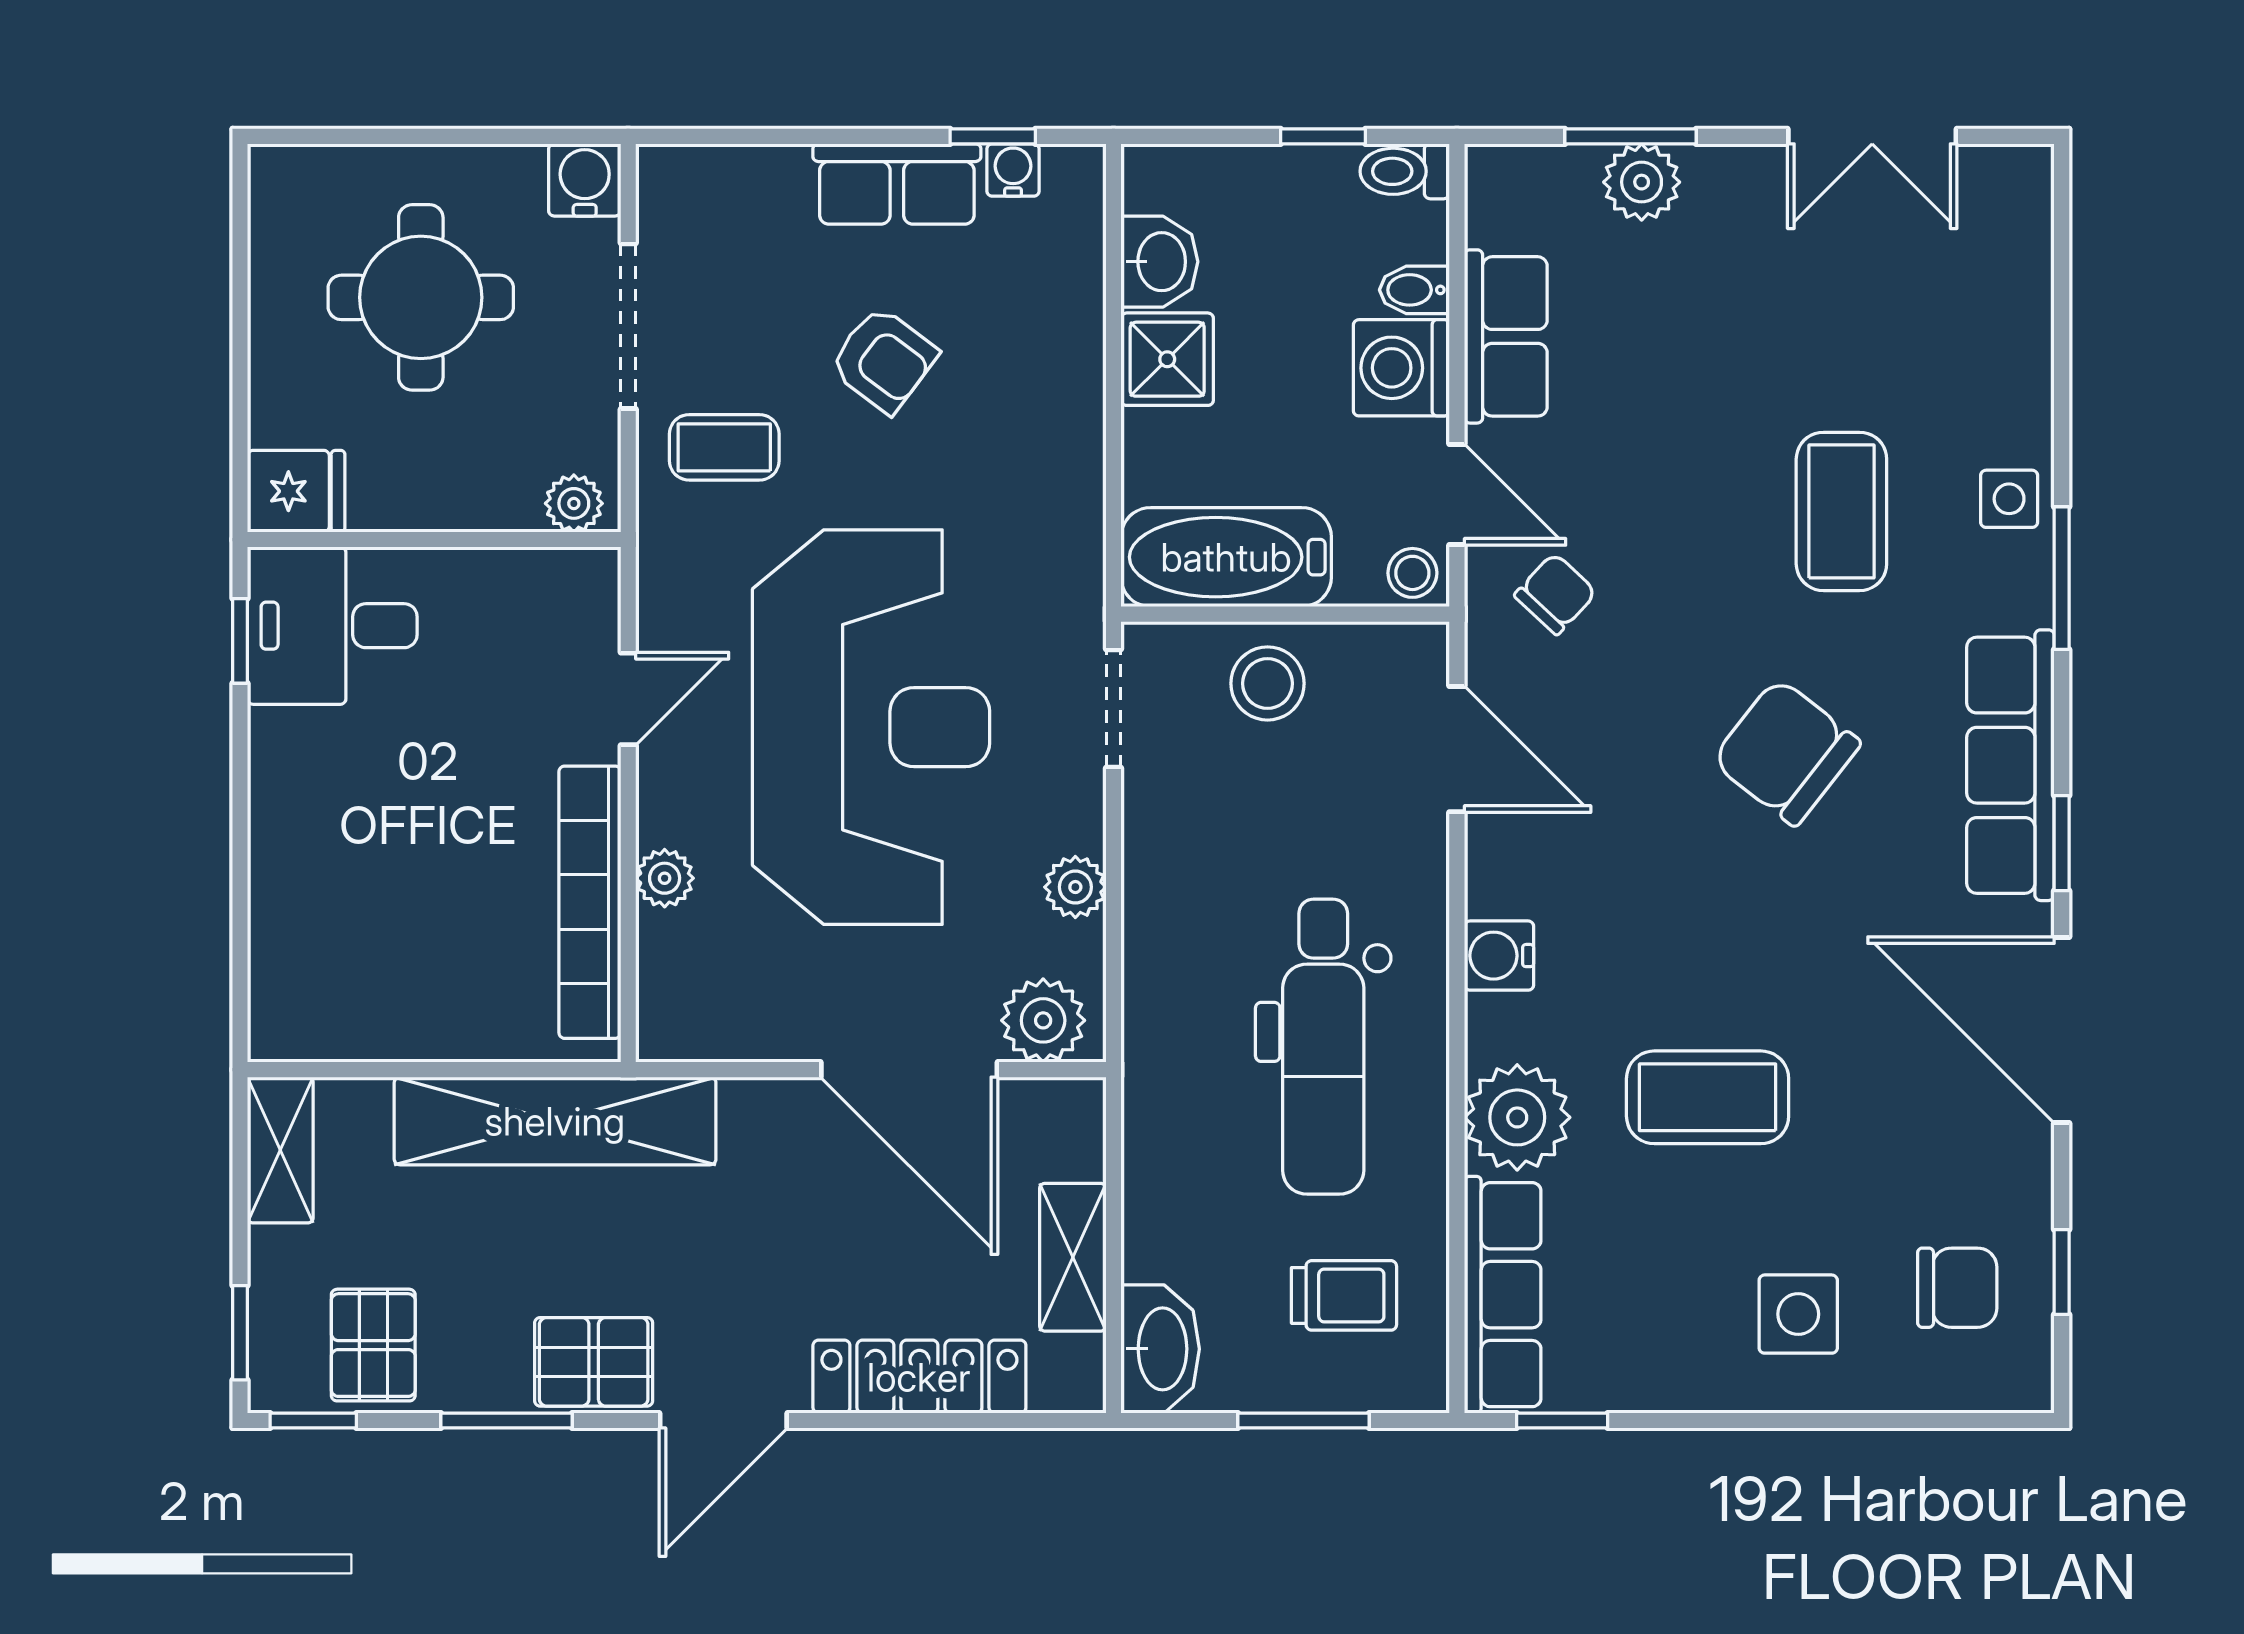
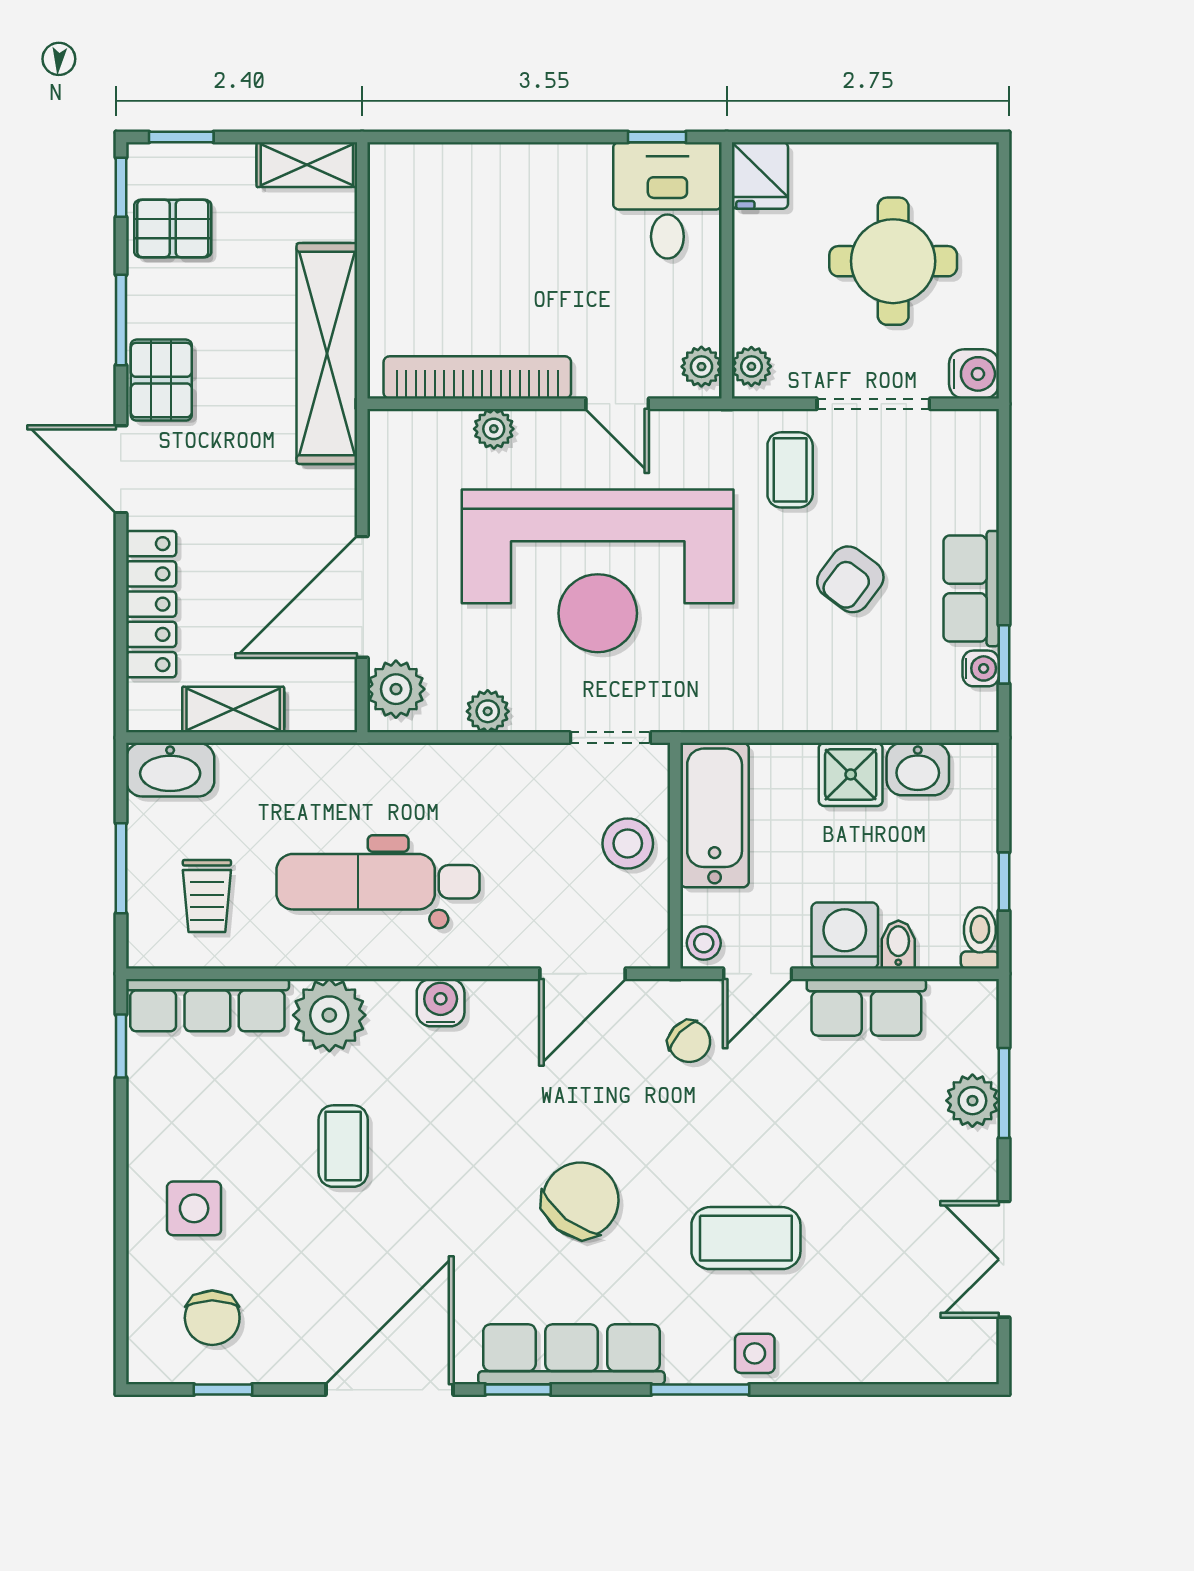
plant: (574, 576) -> (701, 367), added
coffee table: (1708, 1097) -> (343, 1146), width x0.73, depth x0.77

